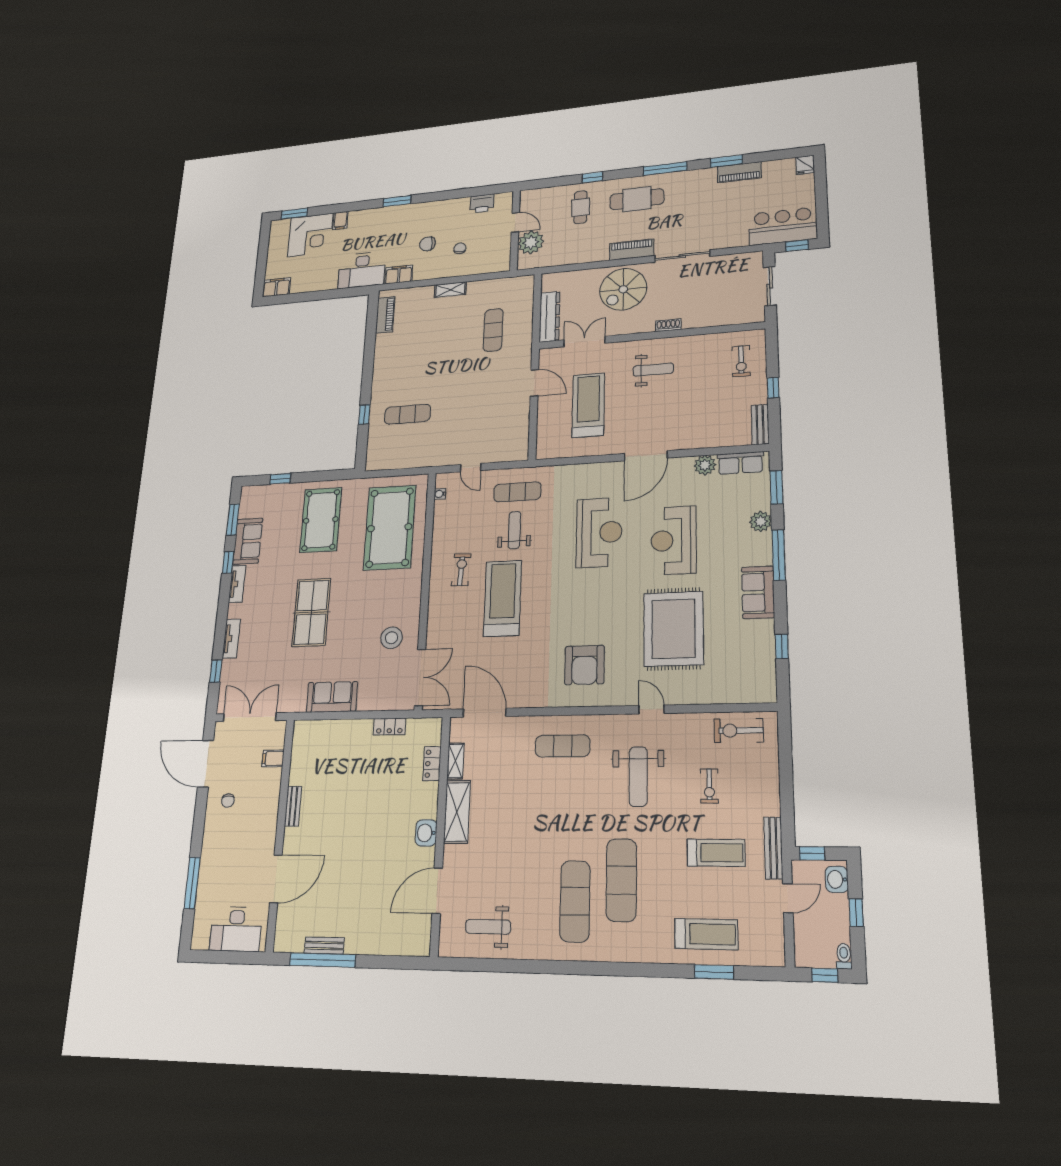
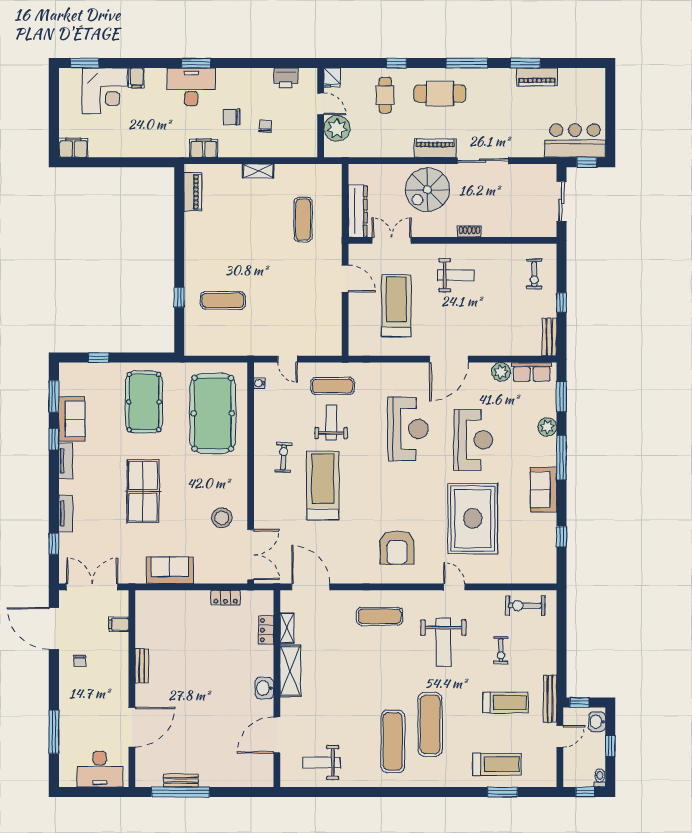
fridge: (805, 165) -> (332, 78), moved
desk: (362, 270) -> (191, 87), moved, turned 180
reception desk: (674, 540) -> (473, 440), turned 180

